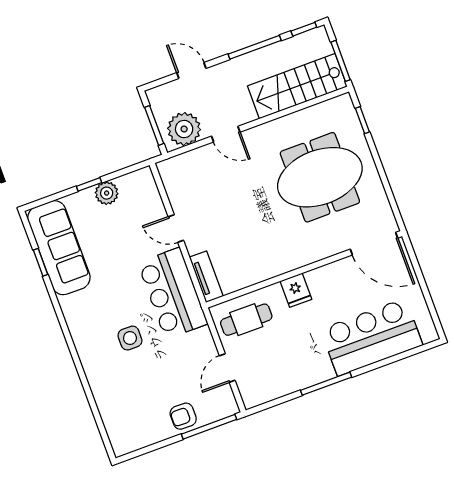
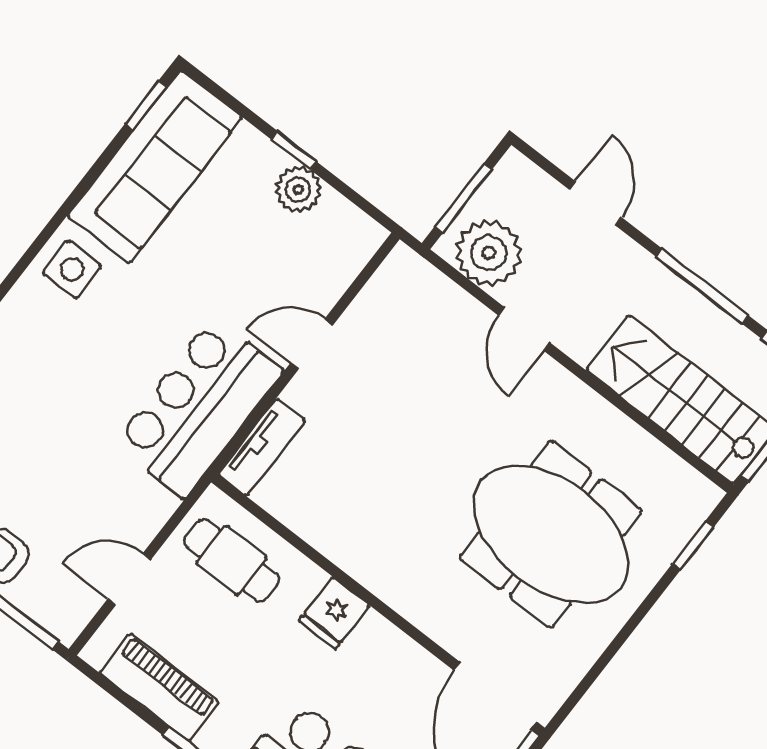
door: (176, 228) -> (311, 344), hinge flipped
window: (40, 262) -> (146, 105), moved
side table: (130, 338) -> (72, 269), moved
piano: (281, 384) -> (159, 688), added

